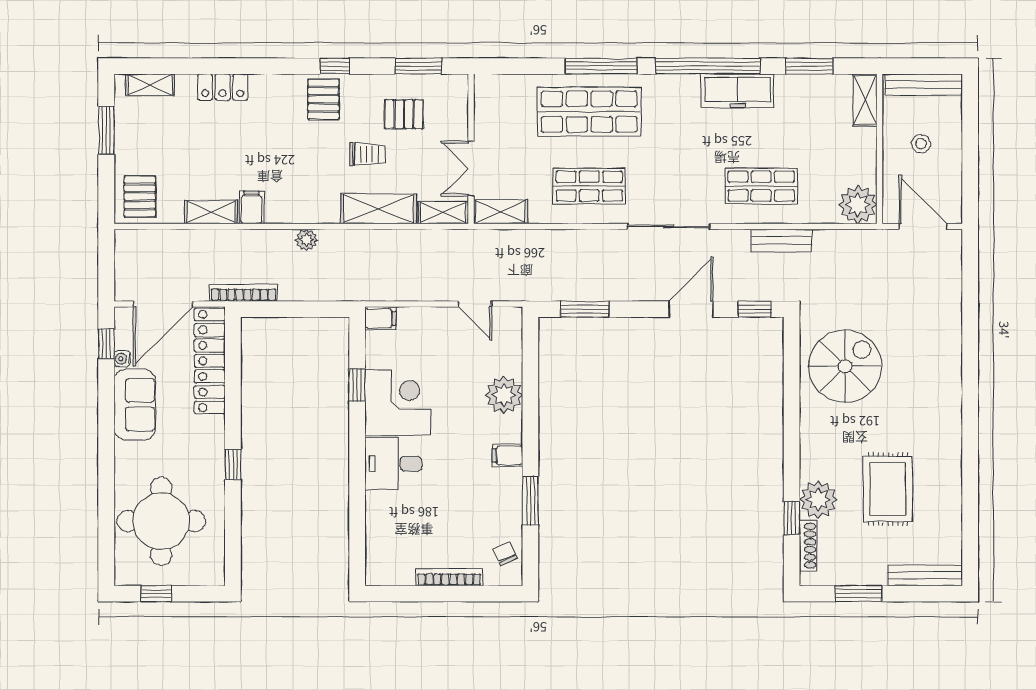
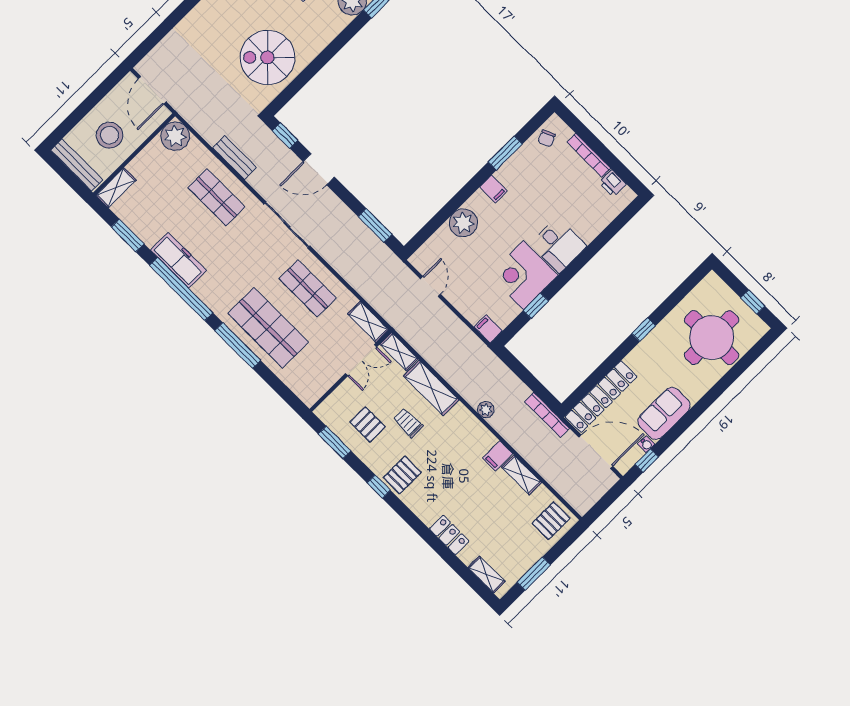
stool: (921, 144) -> (110, 135), width x1.89, depth x1.89
printer: (400, 573) -> (613, 183), added

